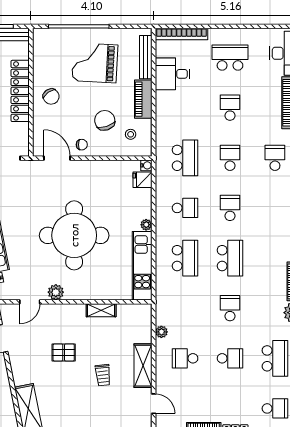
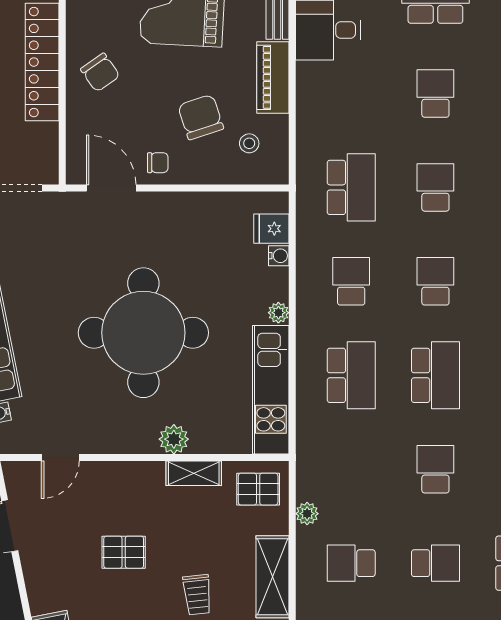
water cooler: (146, 165) -> (279, 256), moved
school desk: (185, 208) -> (351, 281), turned -90
plant: (56, 292) -> (174, 439), moved
pallet: (135, 319) -> (258, 489), added

